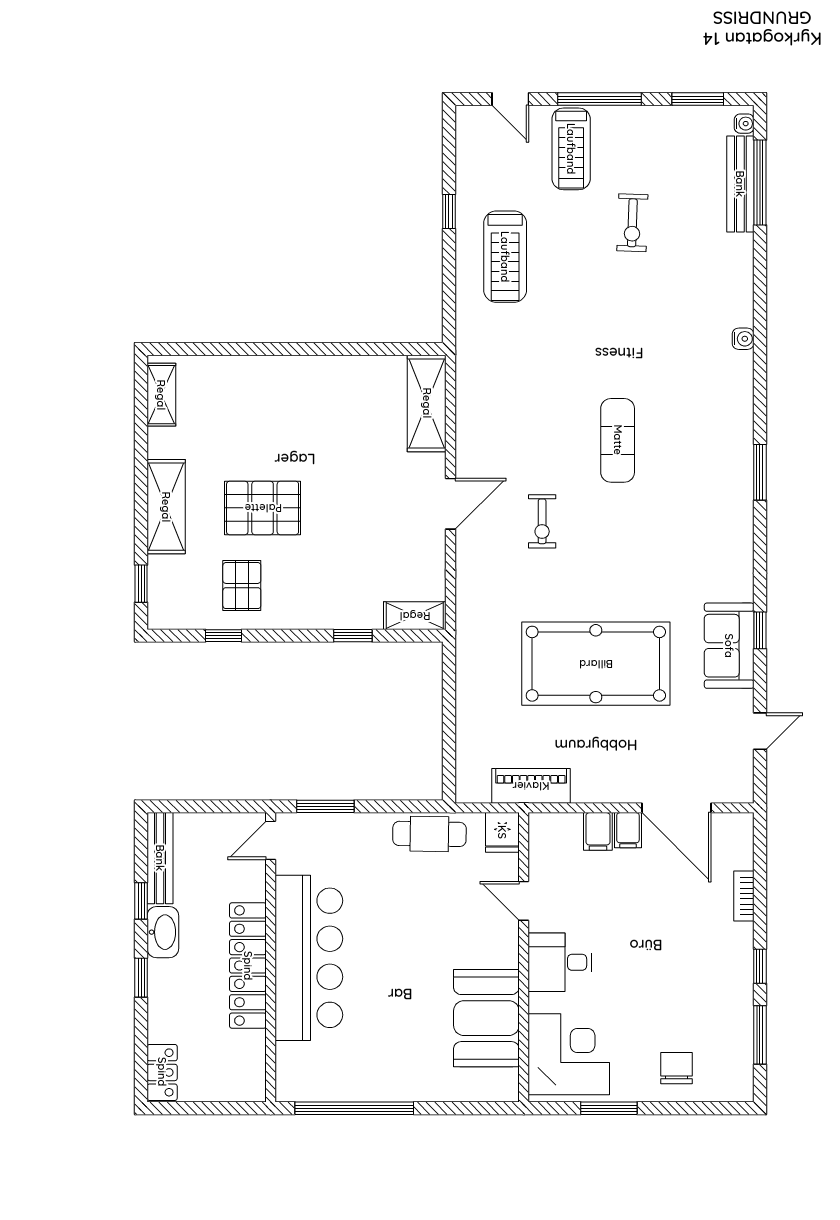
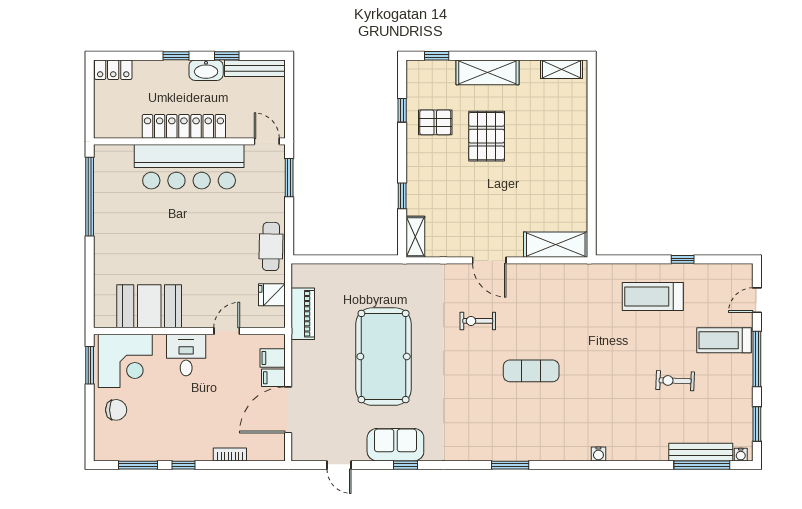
door: (524, 901) -> (227, 331), moved
wall: (524, 957) -> (189, 331), moved
desk: (560, 962) -> (186, 355), moved
booth: (486, 1018) -> (149, 306), moved
corner desk: (569, 1054) -> (125, 361), moved

